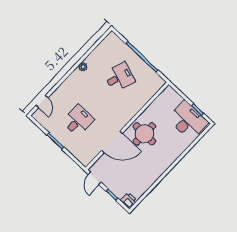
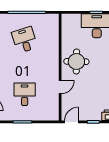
desk: (119, 77) -> (25, 40), turned -36
door: (112, 142) -> (60, 87), width x0.53
door: (95, 178) -> (72, 122), swing flipped

